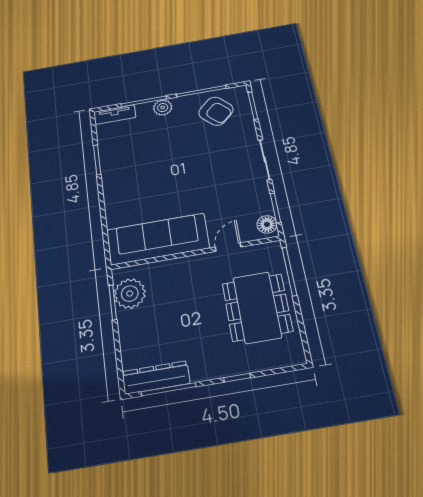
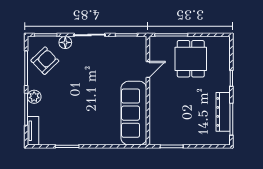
floor lamp: (267, 224) -> (65, 42), moved
door: (228, 247) -> (148, 70), swing flipped
plant: (130, 294) -> (168, 135), removed
dining table: (257, 307) -> (191, 59), width x0.73
dresser: (156, 377) -> (223, 112), moved

